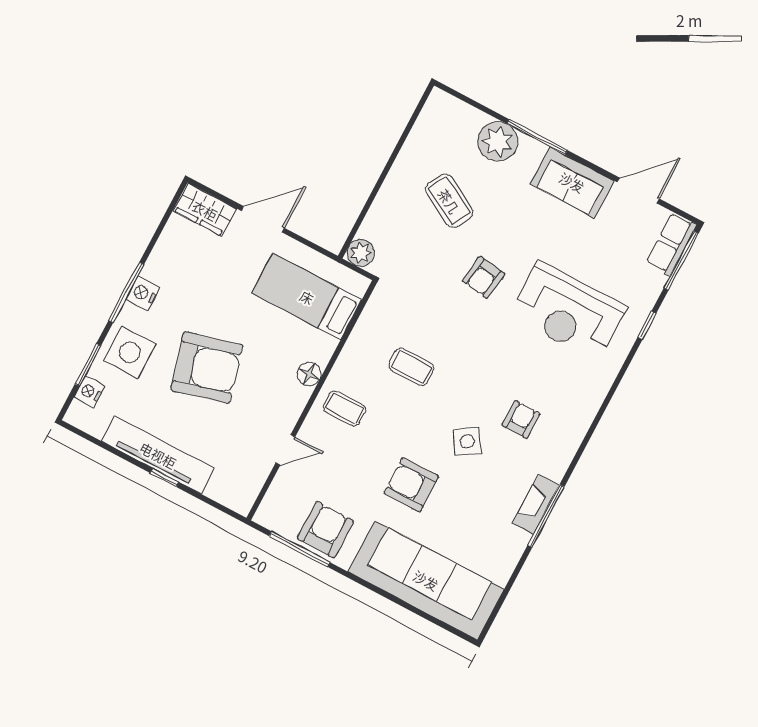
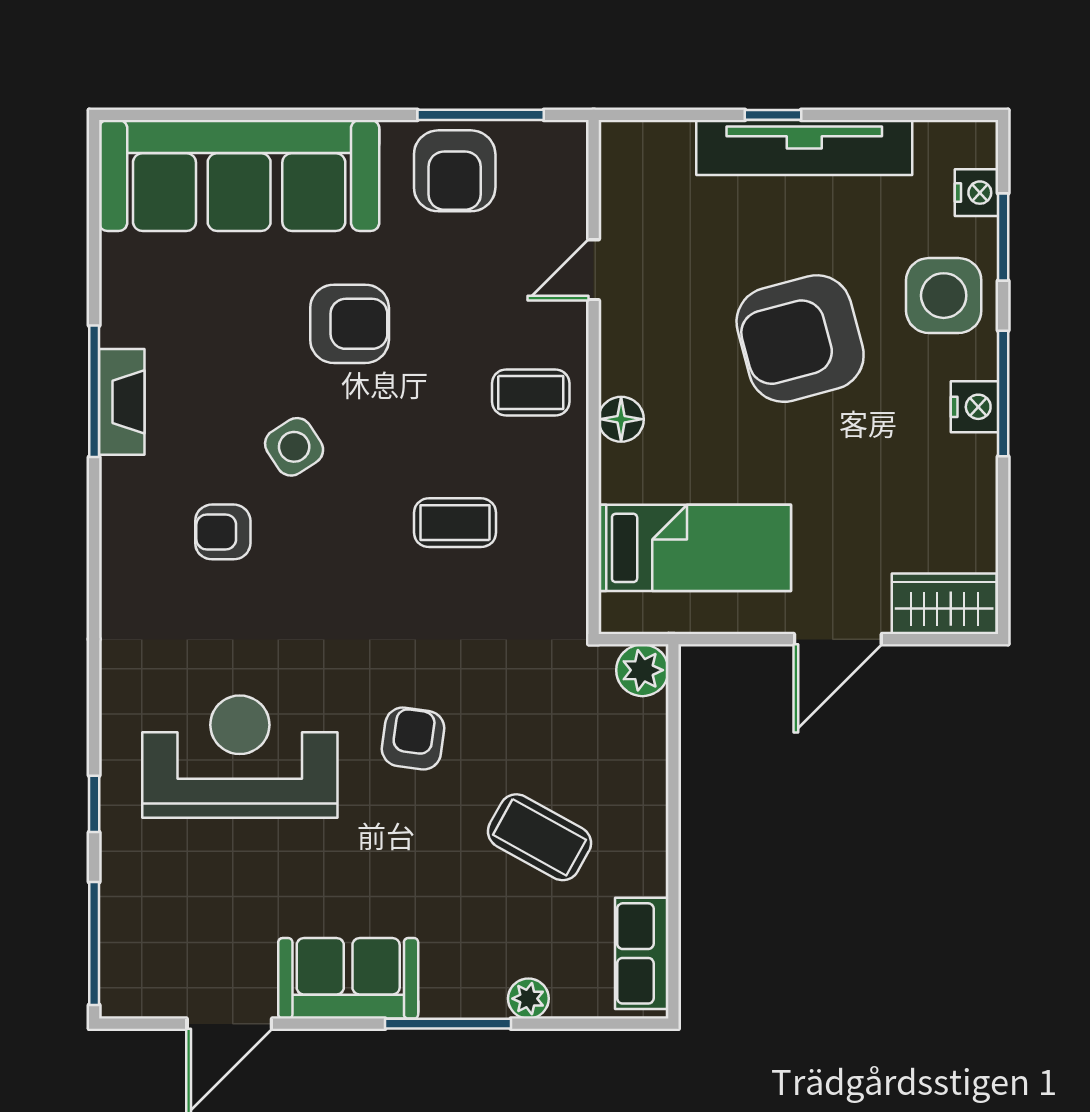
plant: (498, 141) -> (528, 999), width x0.53, depth x0.53
row of seats: (671, 244) -> (642, 953), moved, turned 180
armchair: (521, 419) -> (223, 532), turned 90

